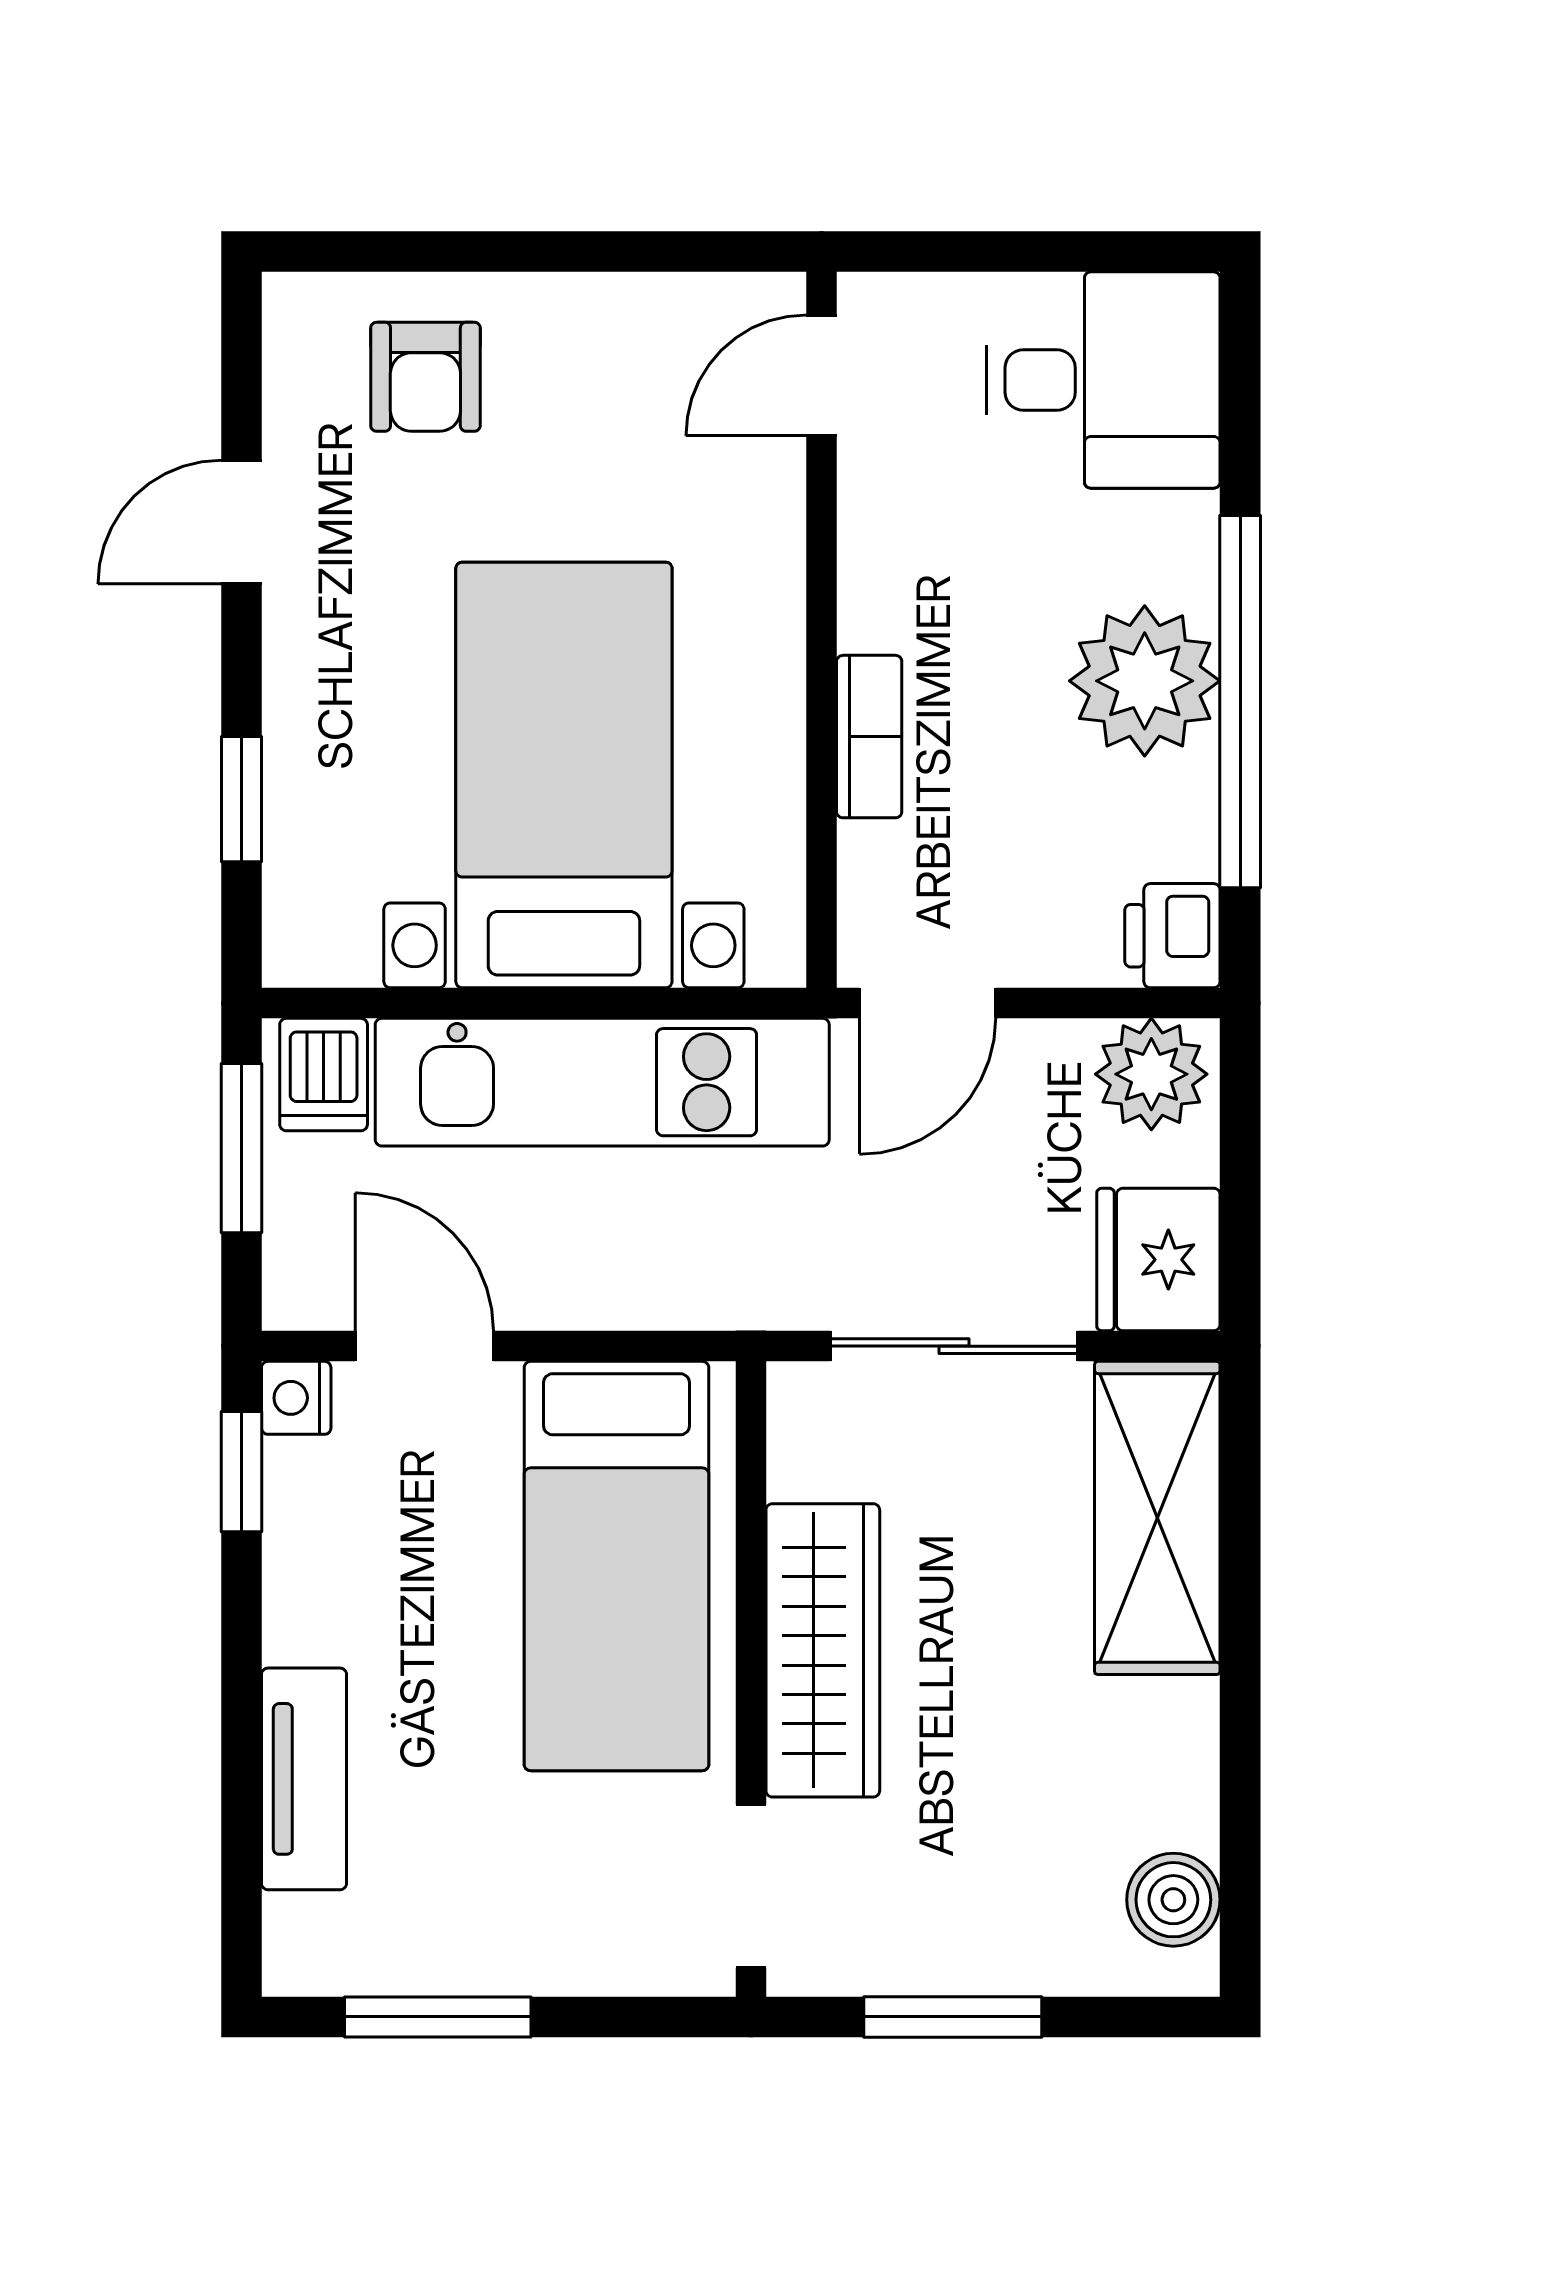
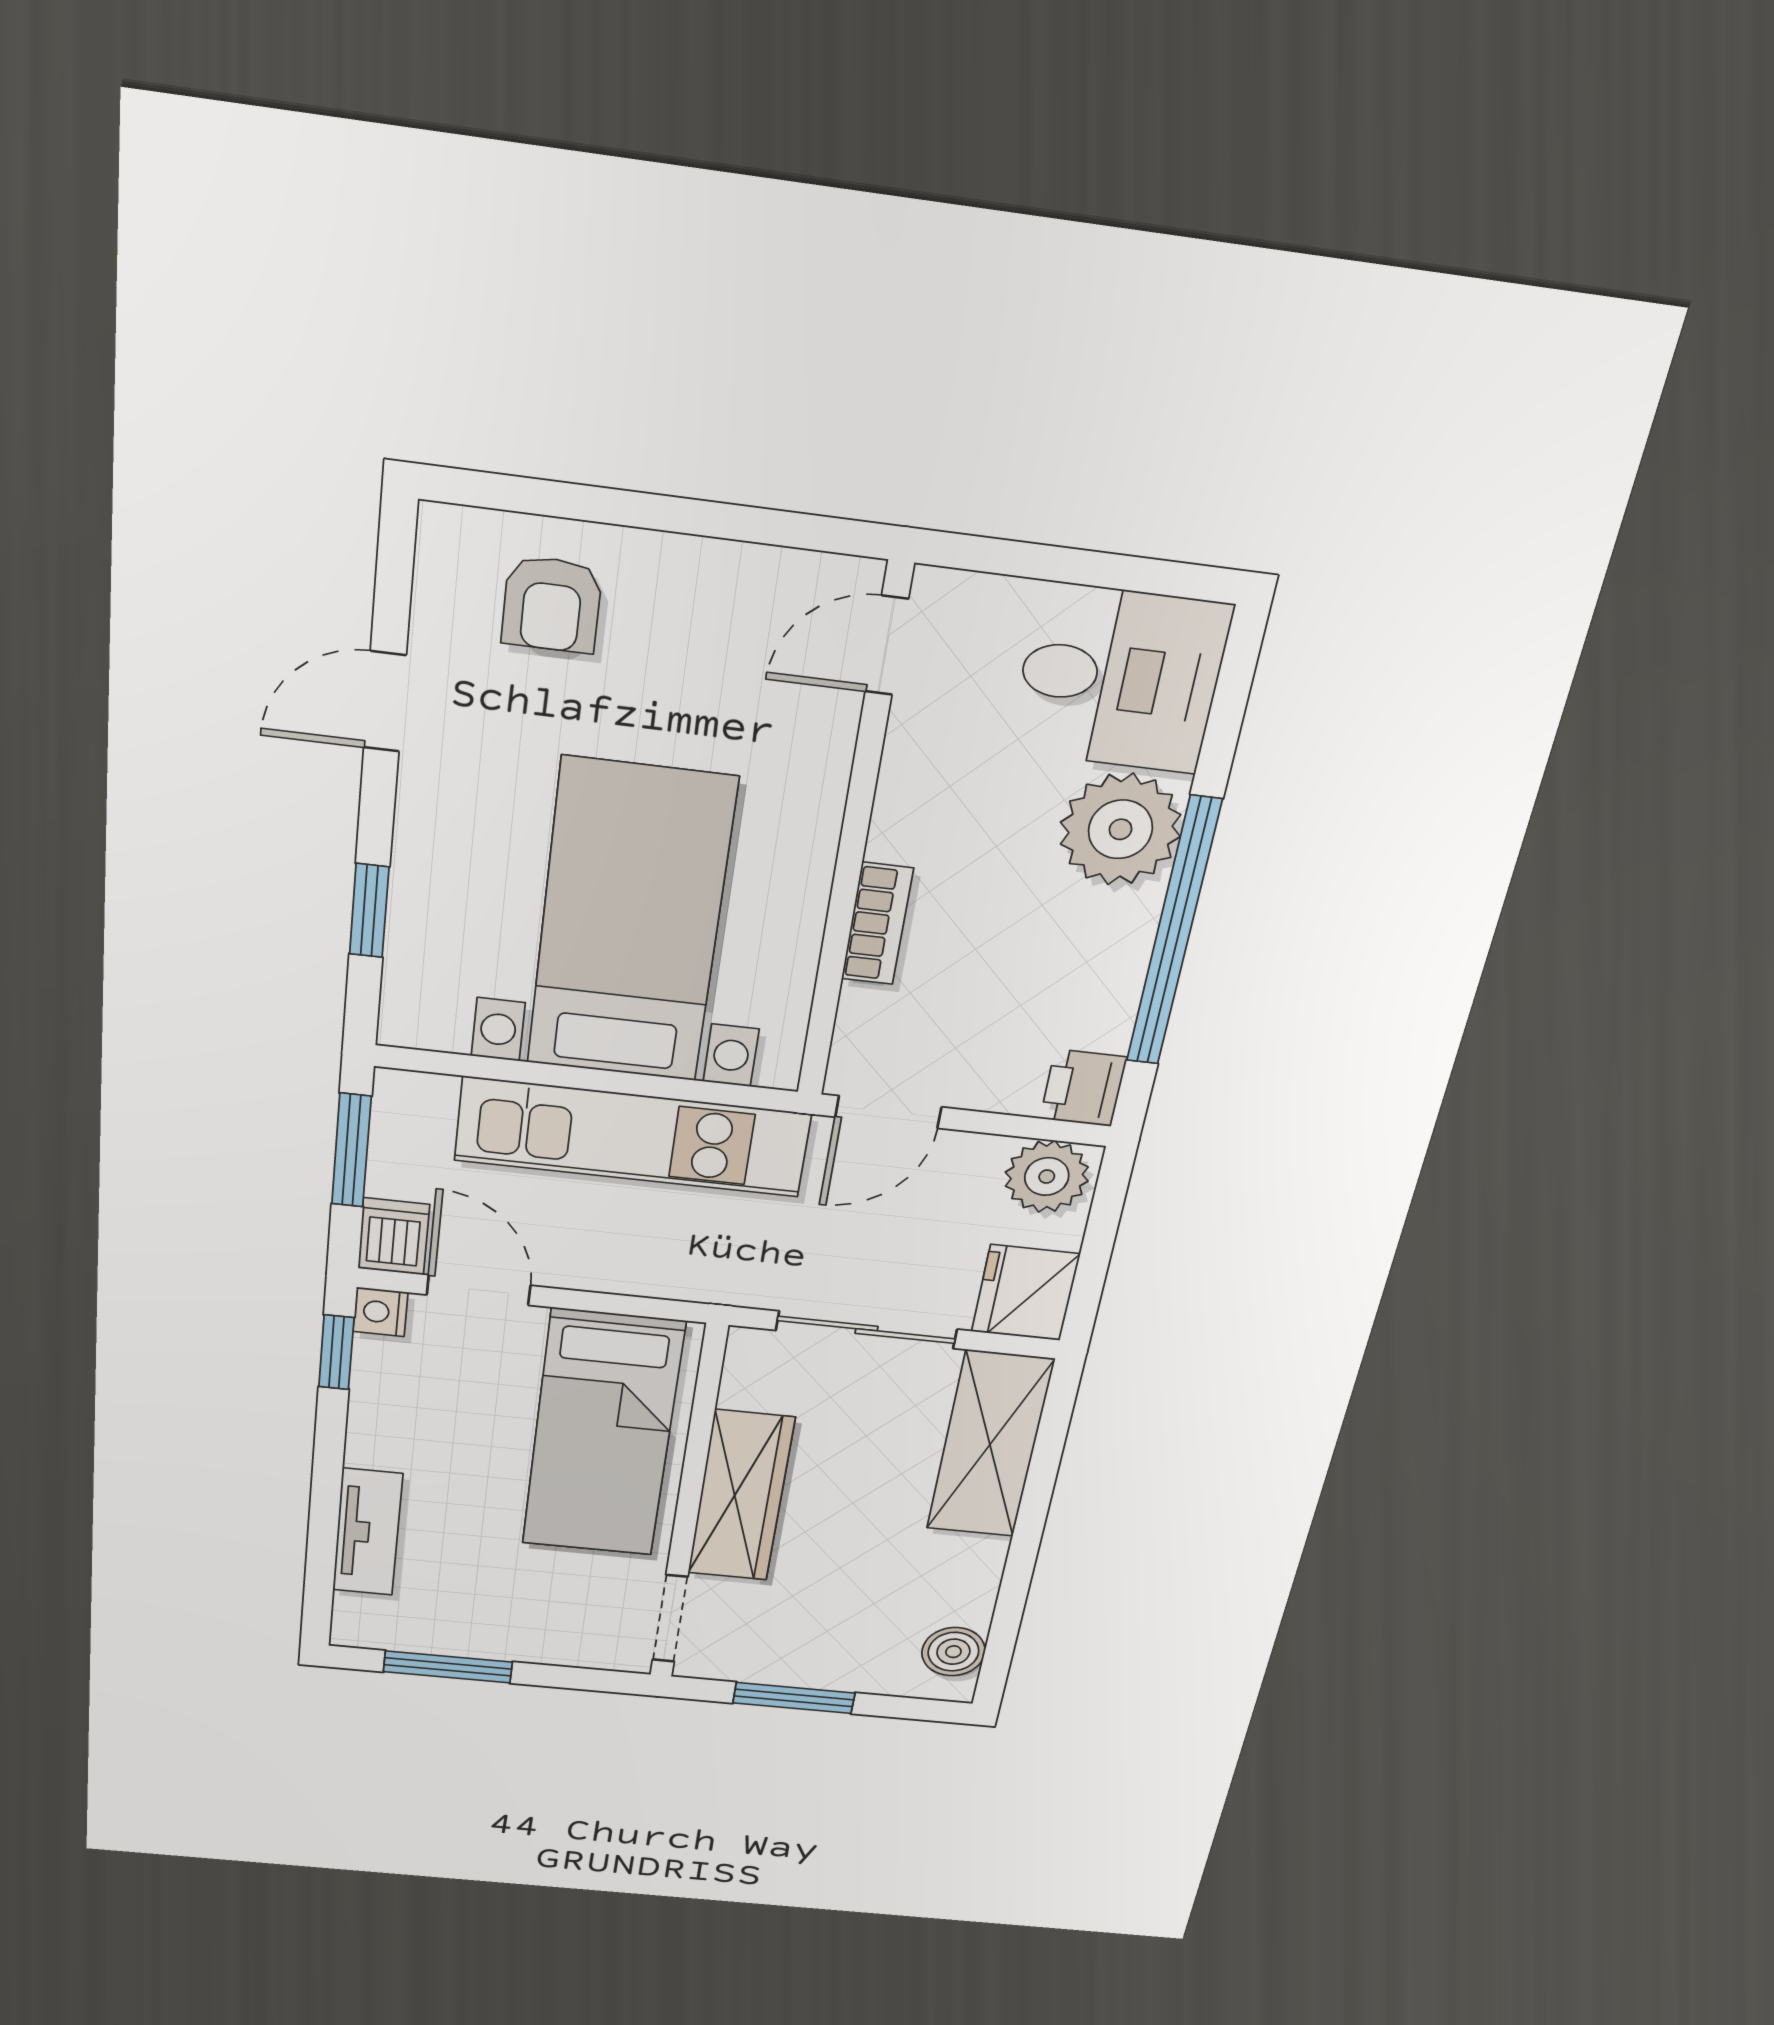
plant: (1145, 681) -> (1120, 829), moved
dishwasher: (324, 1075) -> (394, 1237), moved, turned 180

